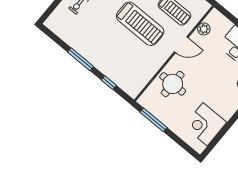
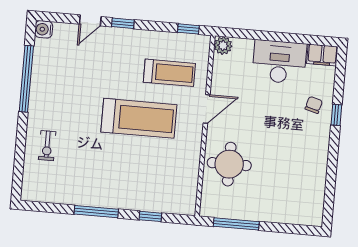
plant: (204, 29) -> (223, 46), moved
corner desk: (205, 124) -> (303, 186), removed

